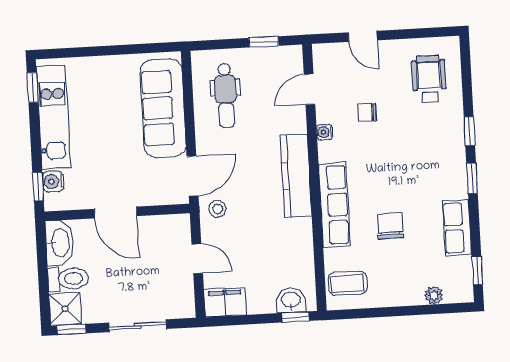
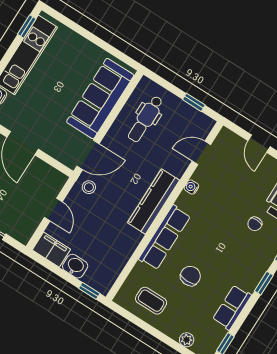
chair: (367, 112) -> (255, 224), moved, turned -90
coffee table: (348, 283) -> (151, 301), moved
washbasin: (291, 300) -> (75, 266), moved

